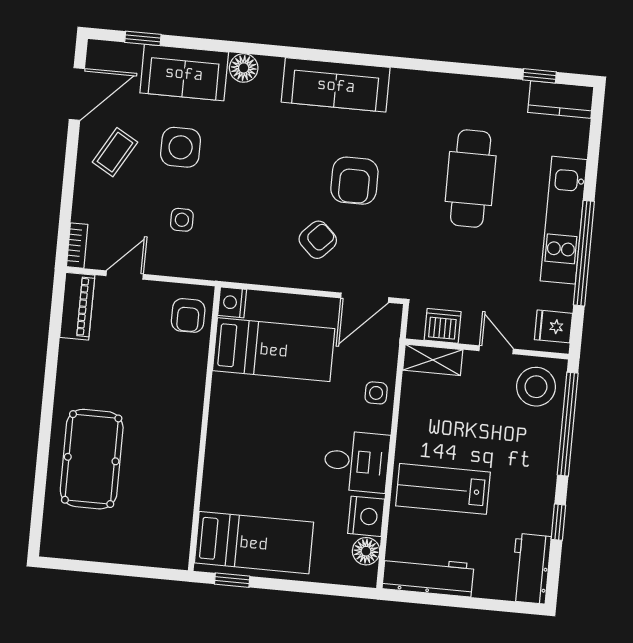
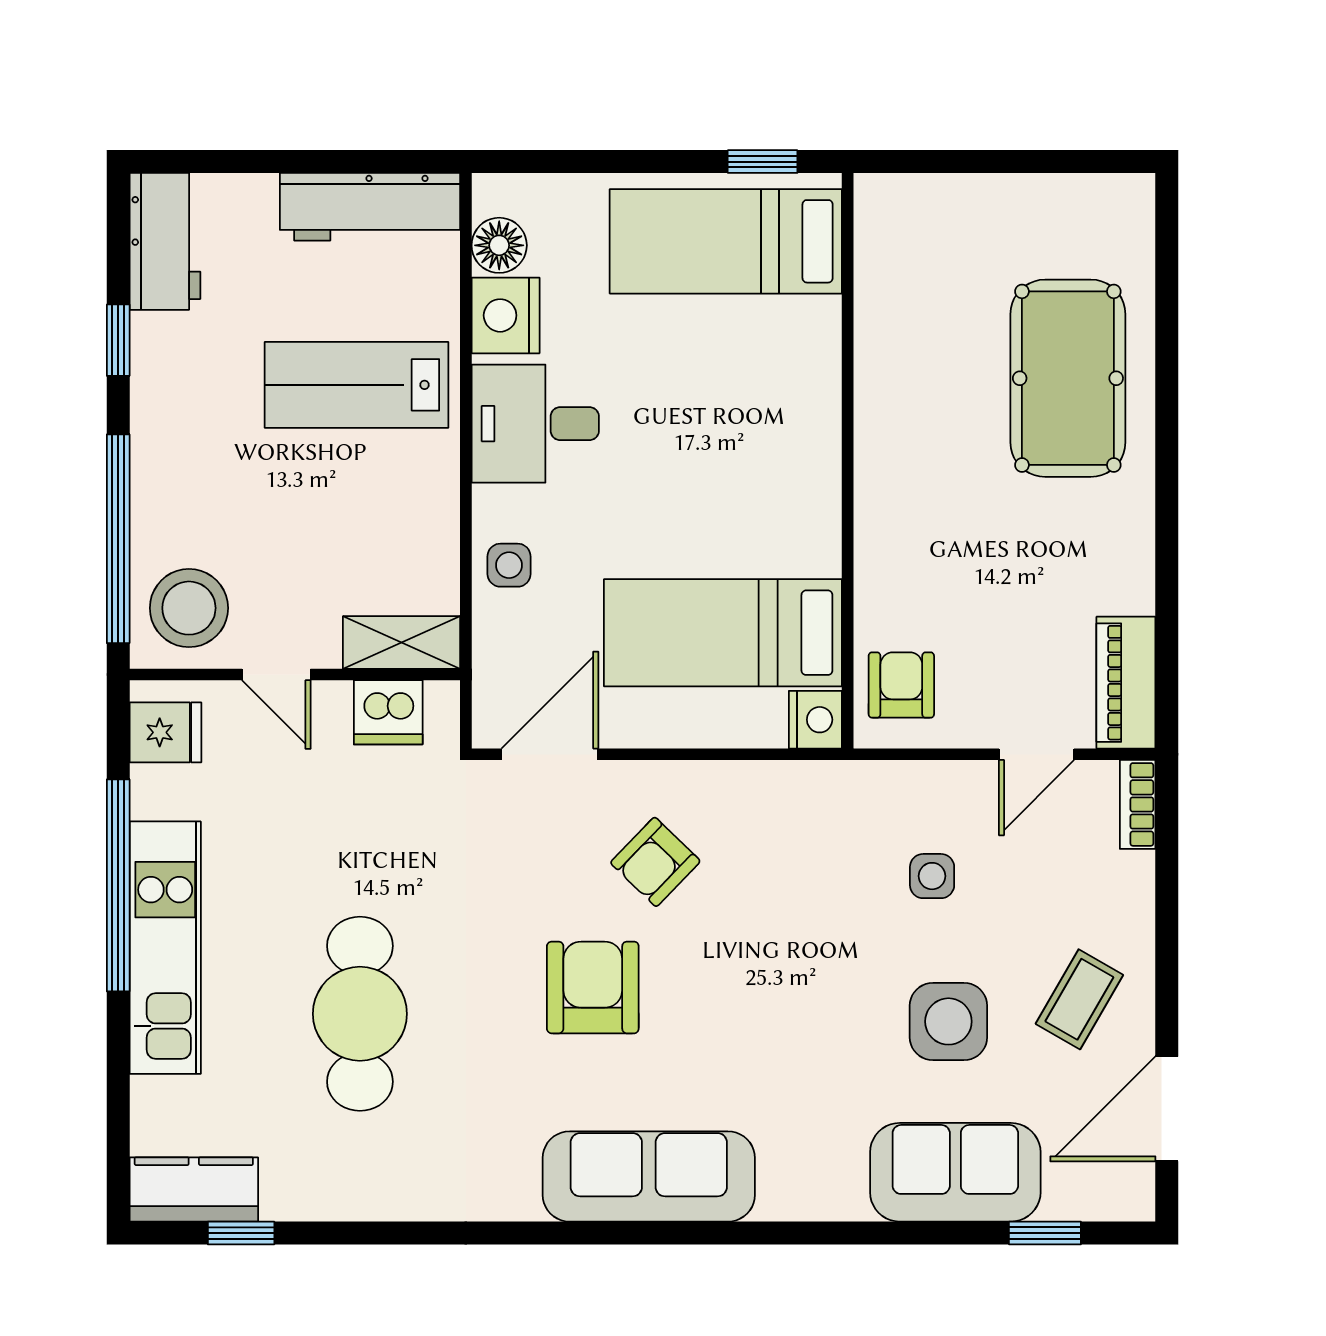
floor lamp: (244, 68) -> (837, 1193), removed
lab bench: (443, 489) -> (356, 385), turned 180

